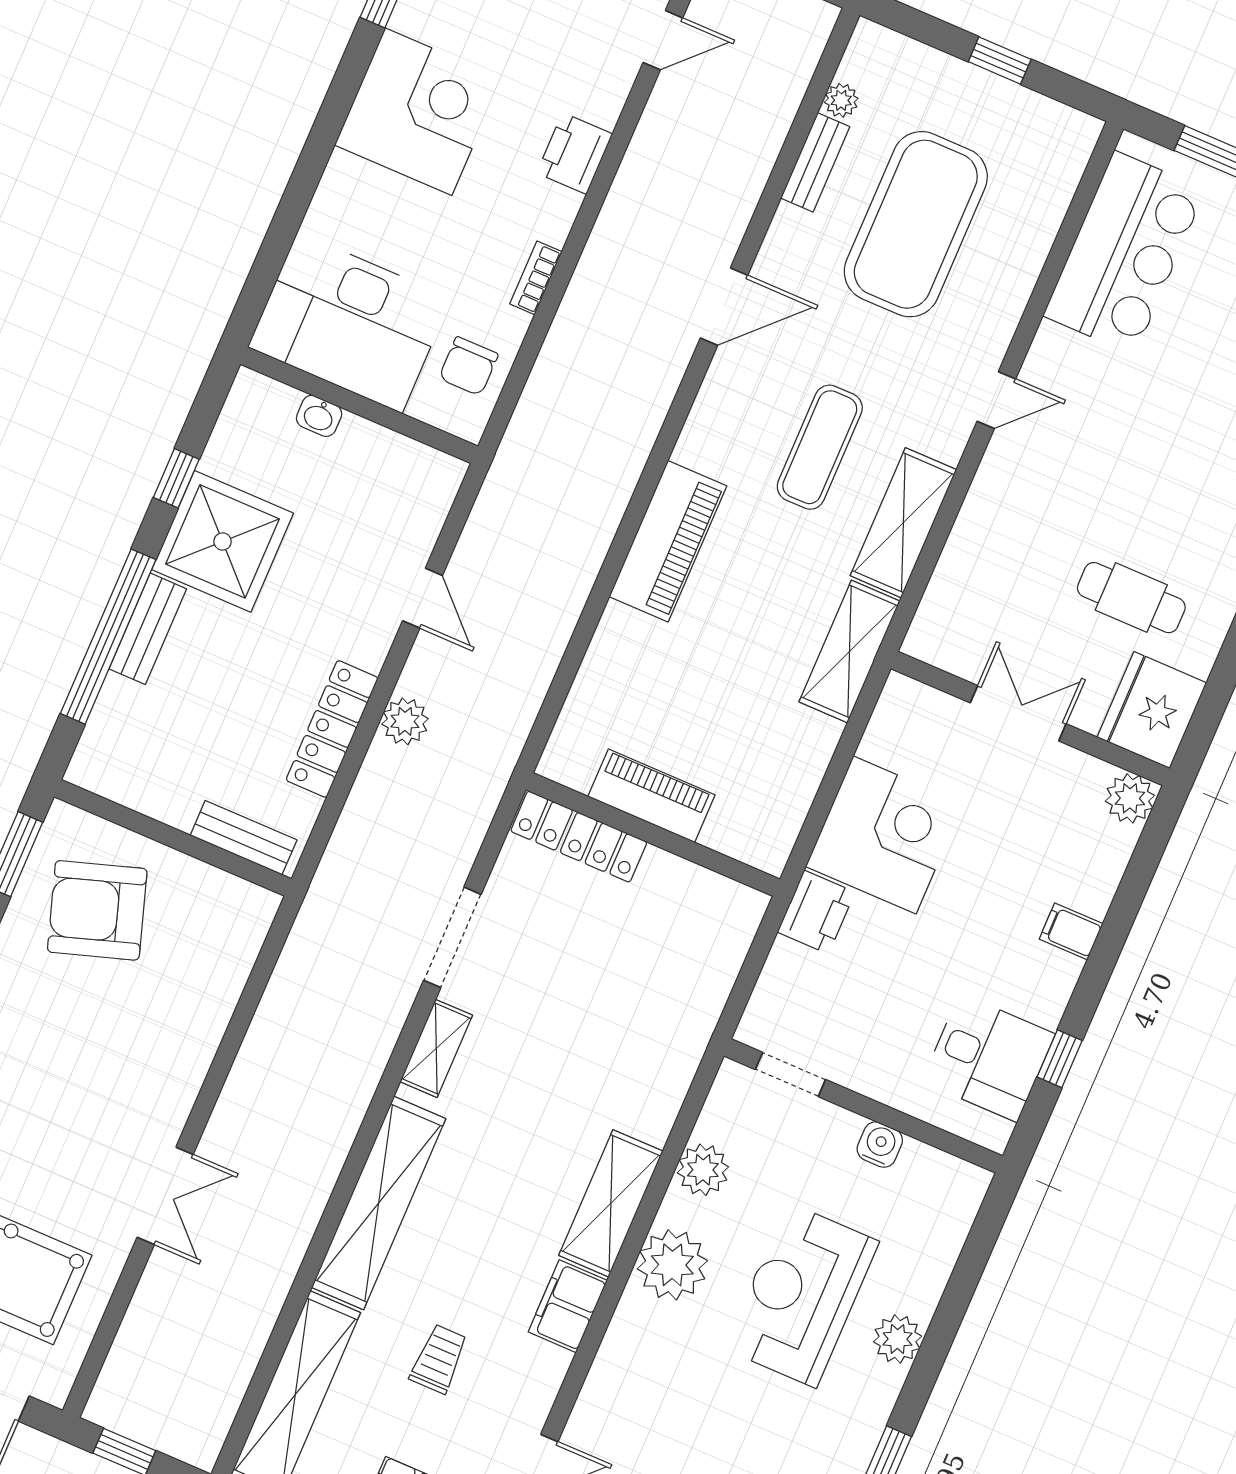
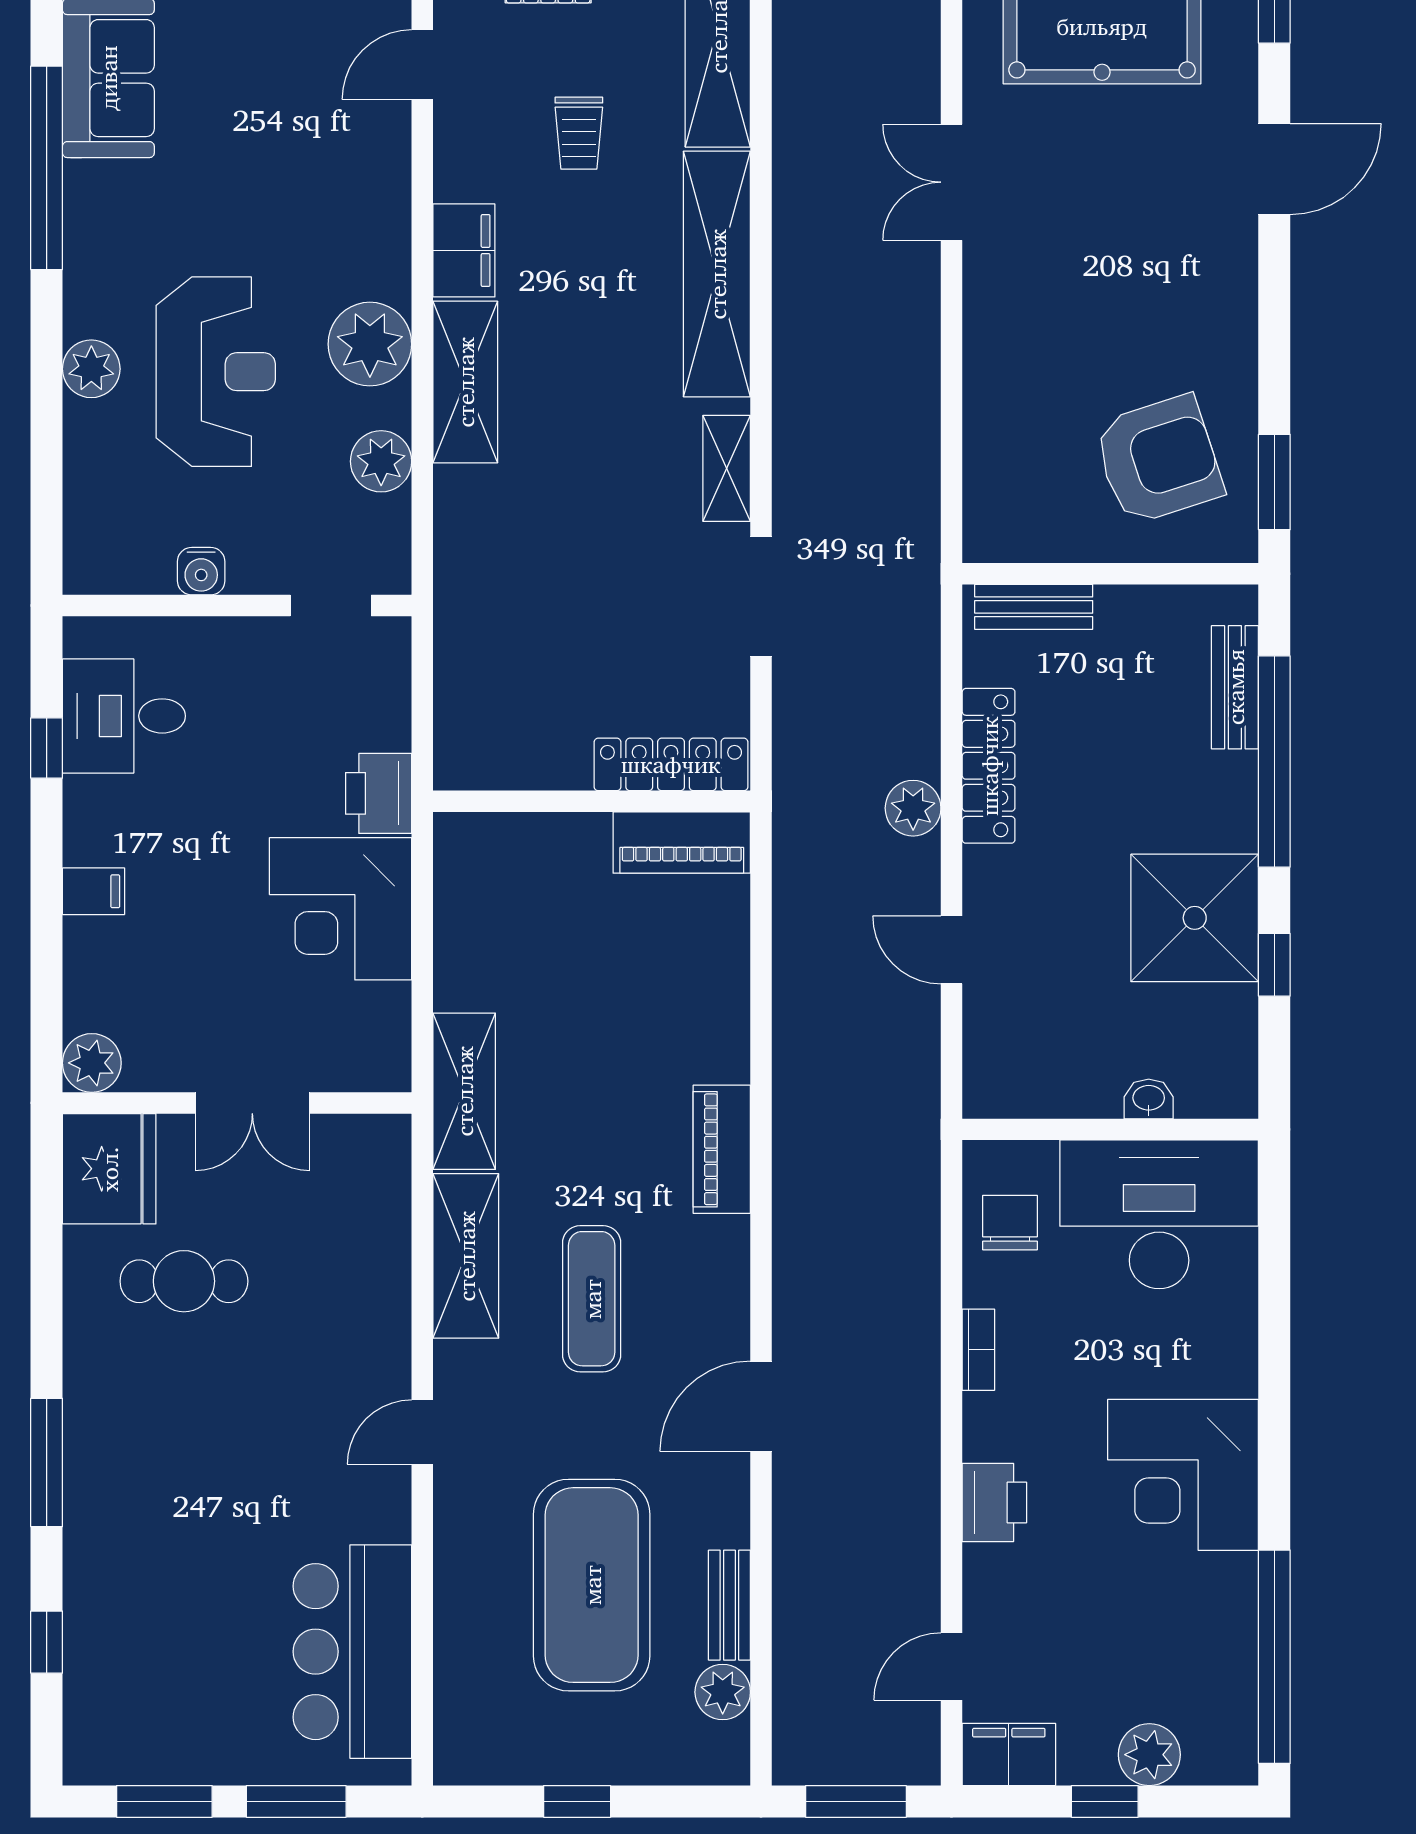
plant: (841, 100) -> (723, 1692), width x1.38, depth x1.38
piano: (668, 541) -> (722, 1149), width x0.73, depth x0.75
bench: (148, 629) -> (1235, 687), moved
piano: (651, 796) -> (682, 843), moved

